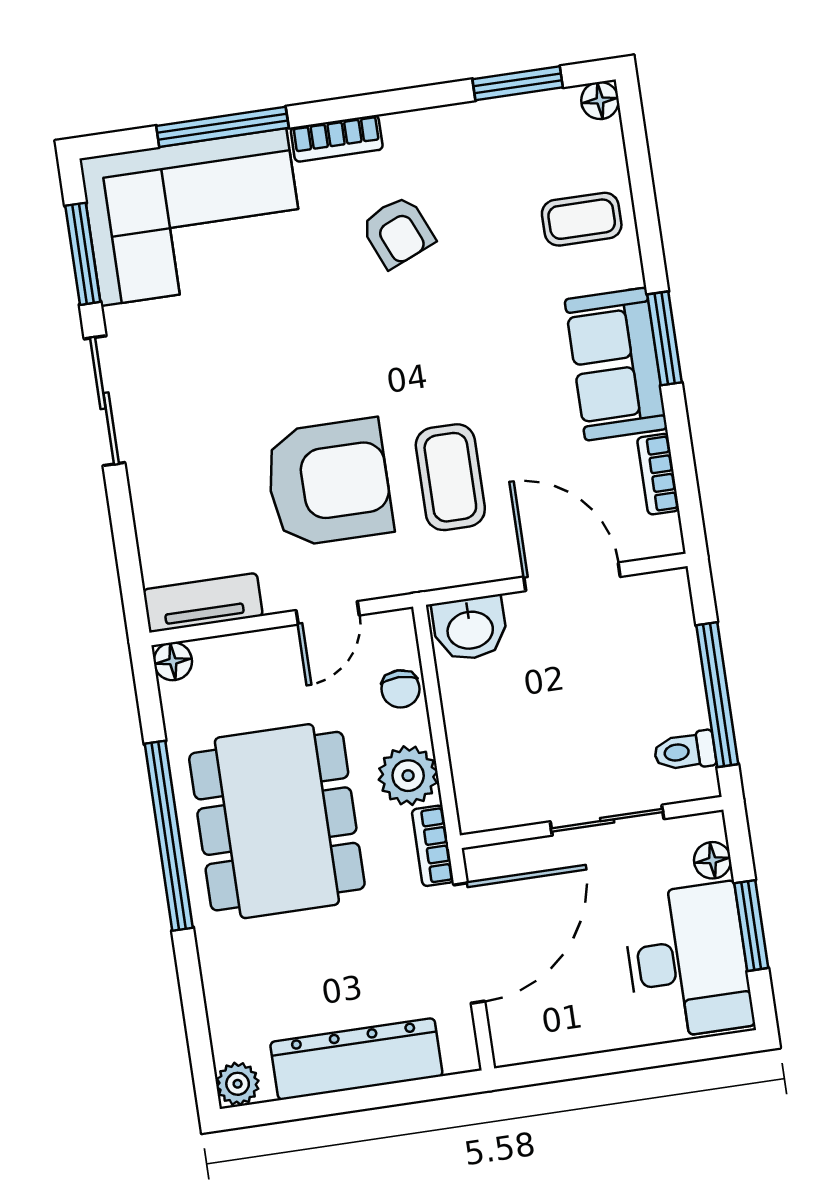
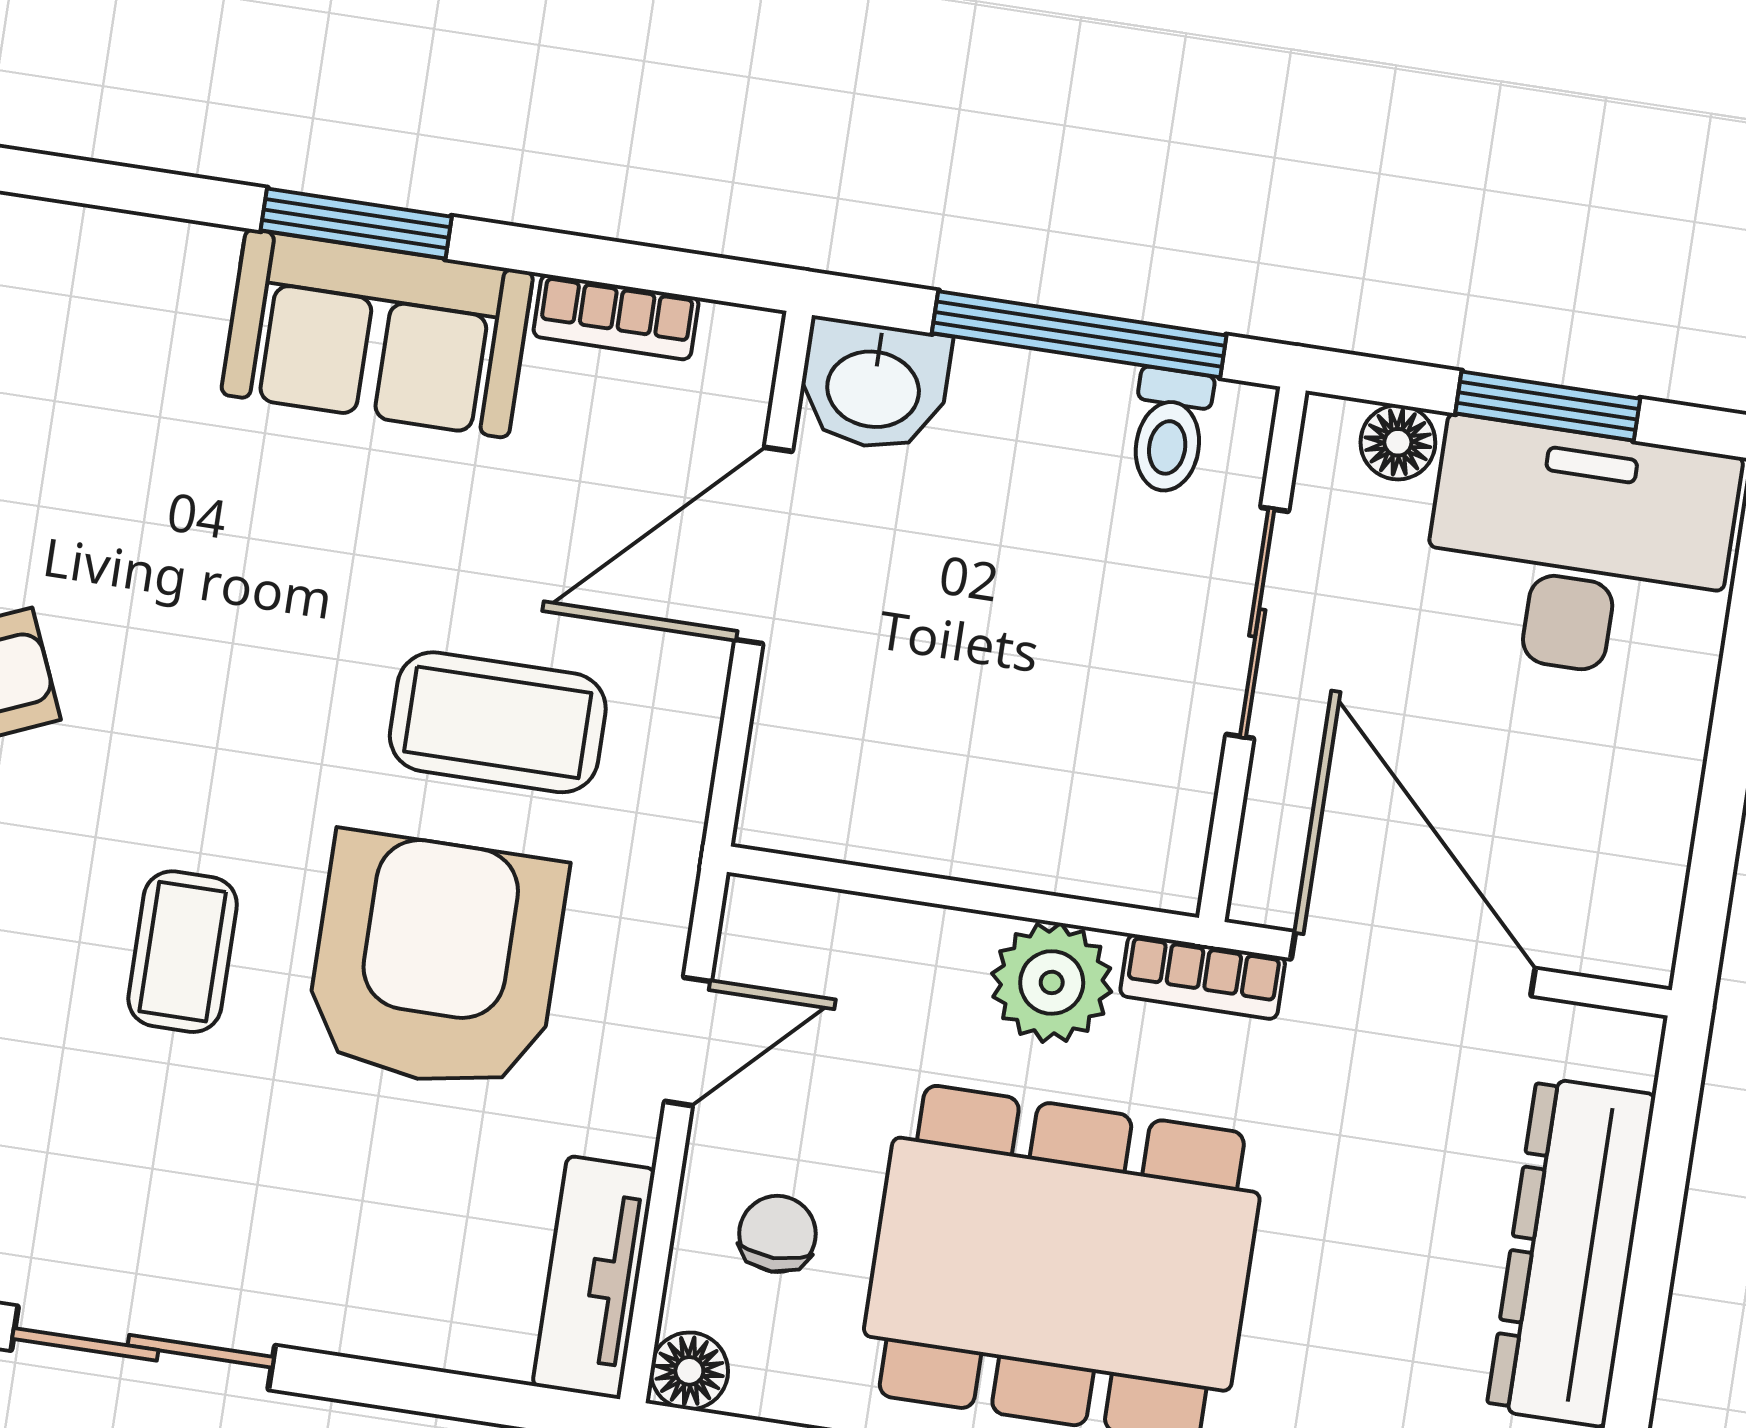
coffee table: (582, 219) -> (183, 952), moved
door: (328, 613) -> (688, 1041), hinge flipped
washbasin: (470, 628) -> (874, 386), moved, turned 90
chair: (400, 689) -> (777, 1234), moved, turned -90

